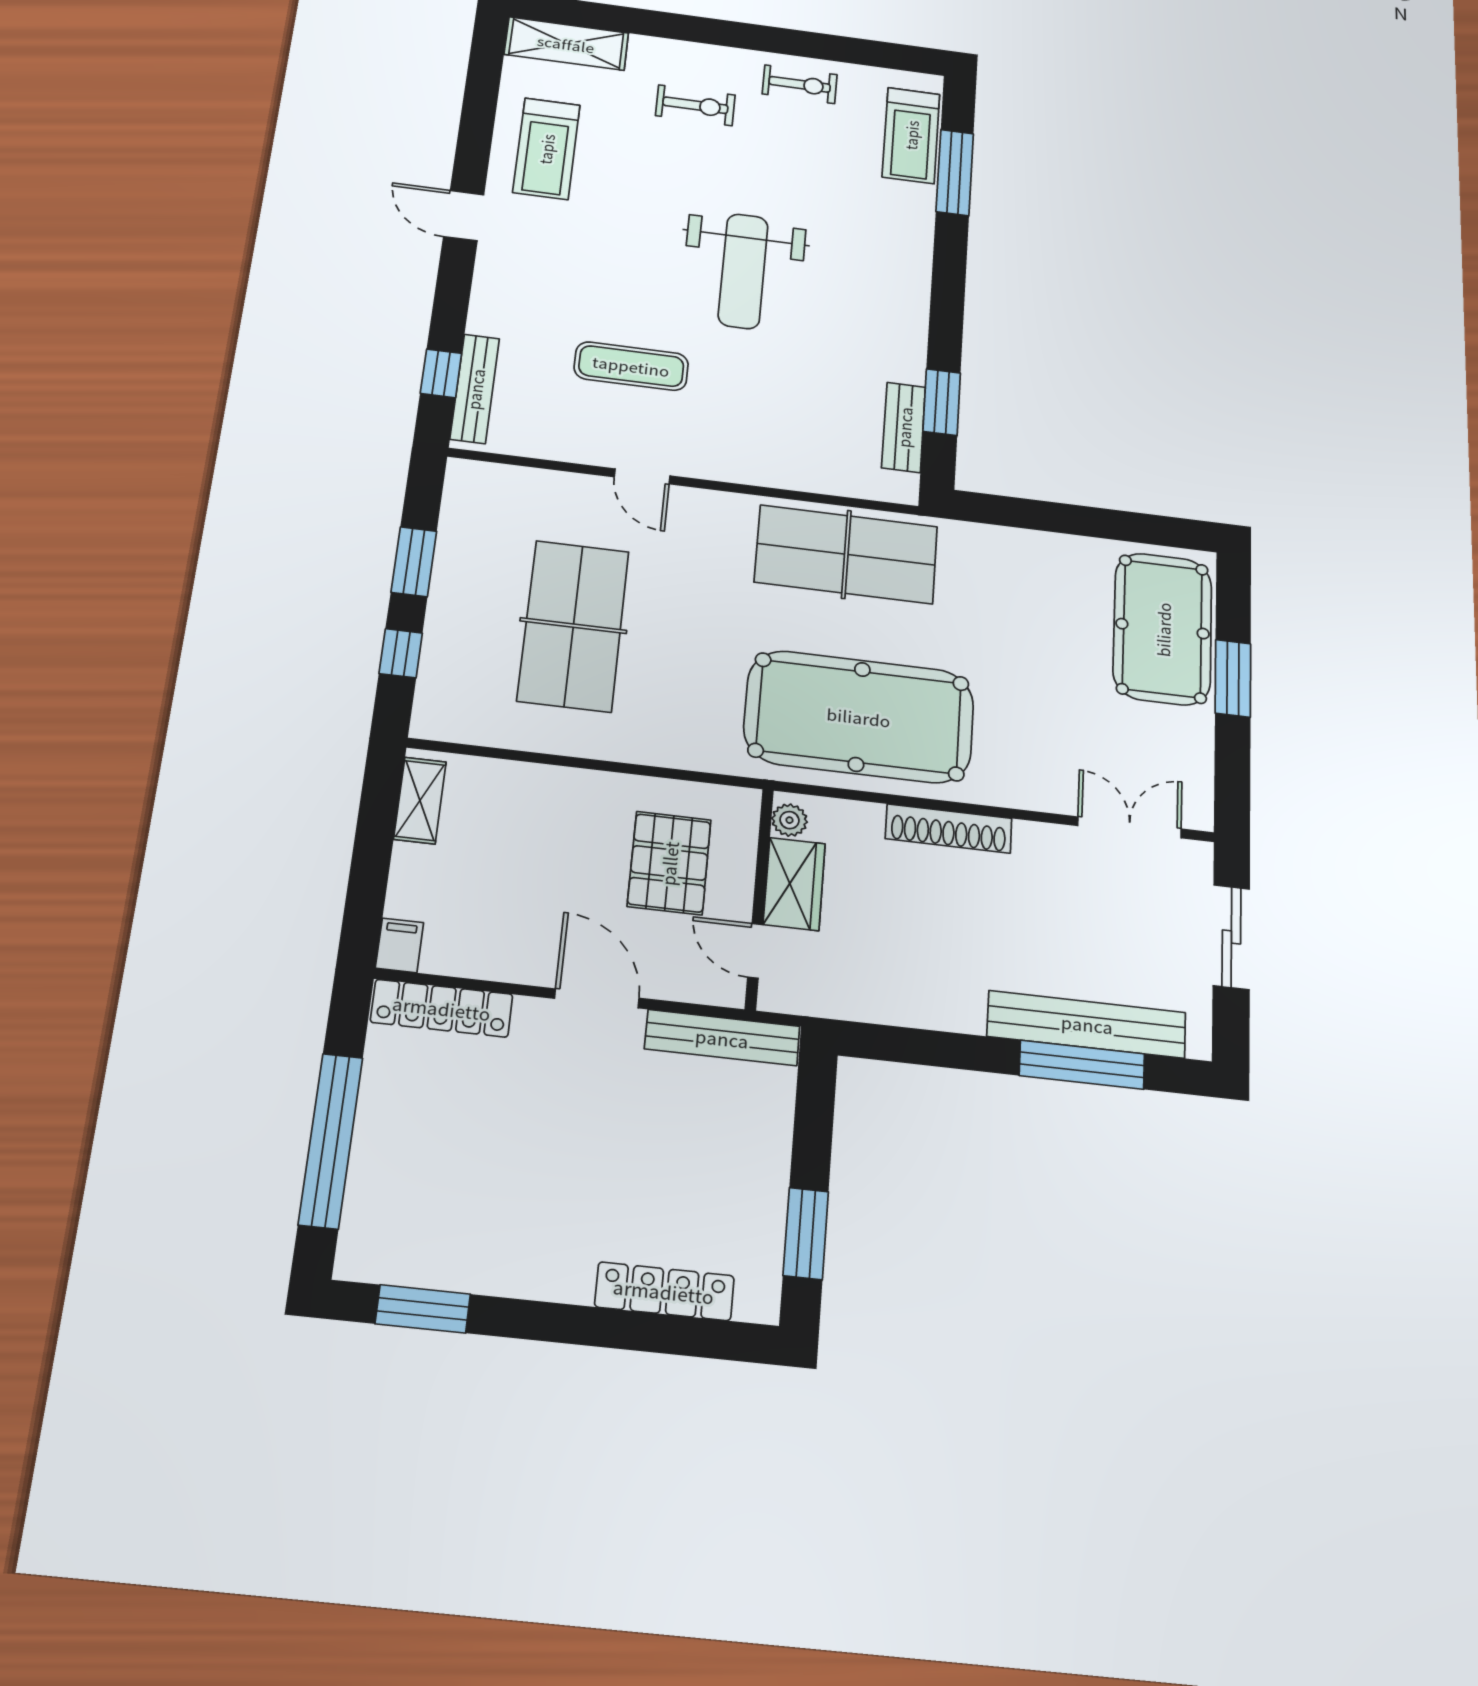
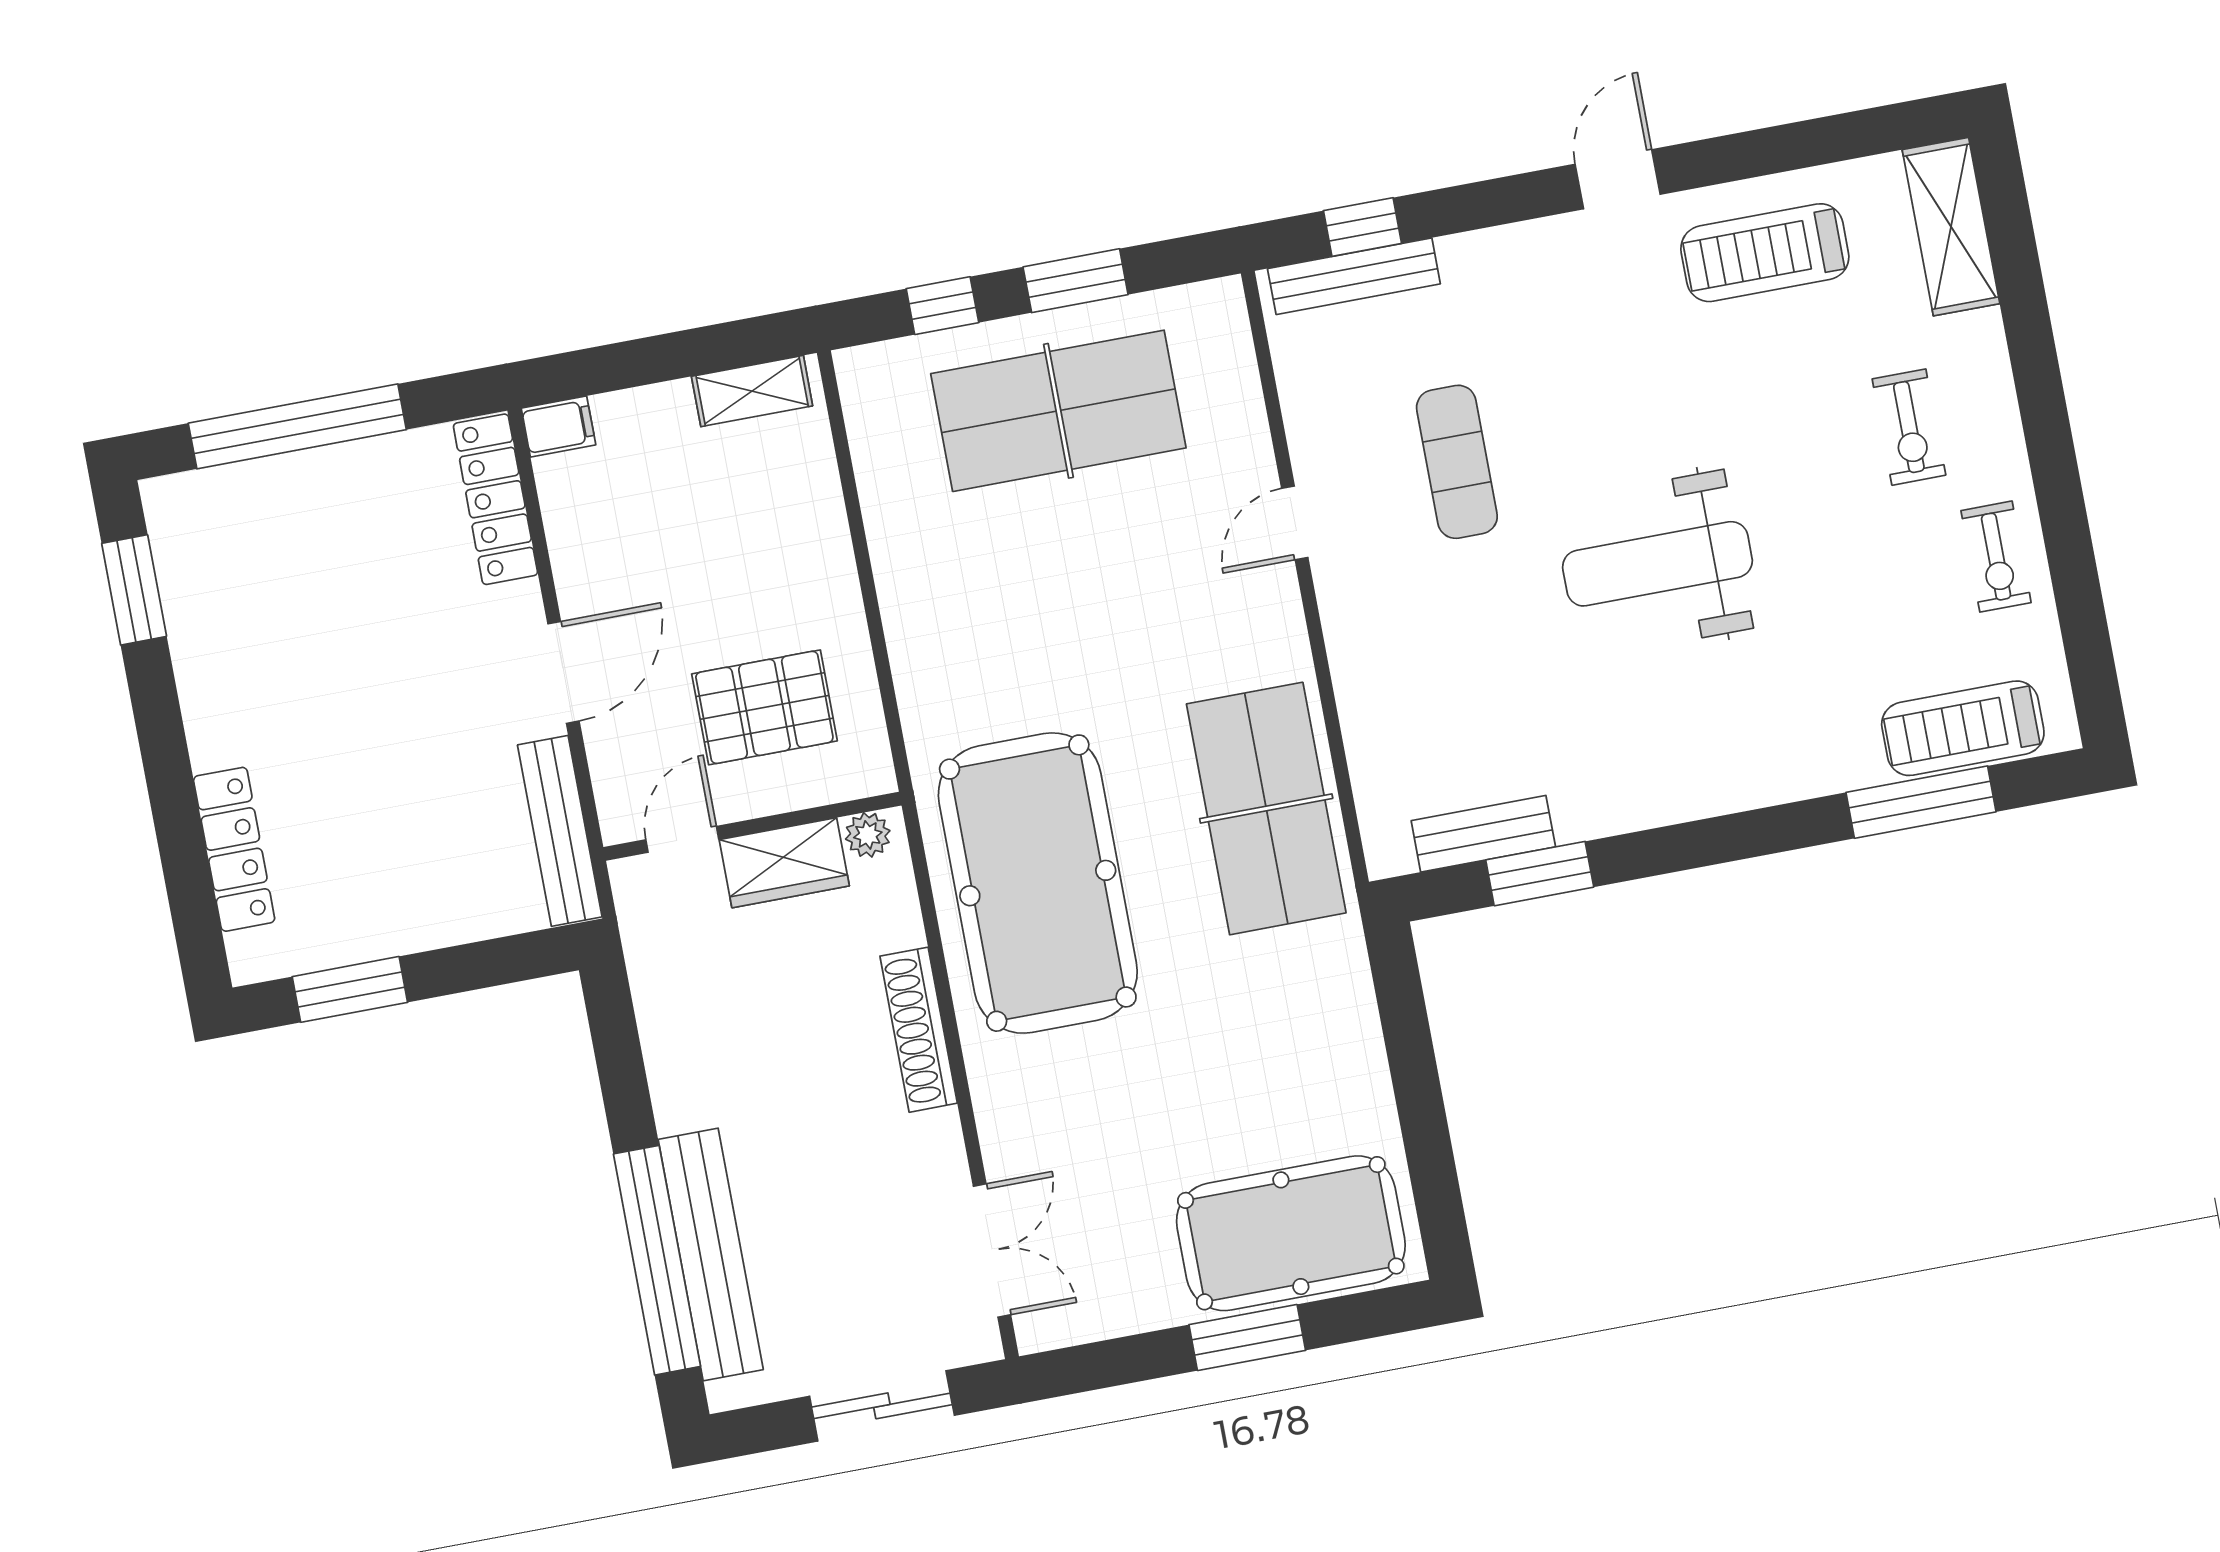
table tennis table: (573, 626) -> (1058, 411), moved
window: (1082, 1065) -> (657, 1260), width x1.46

